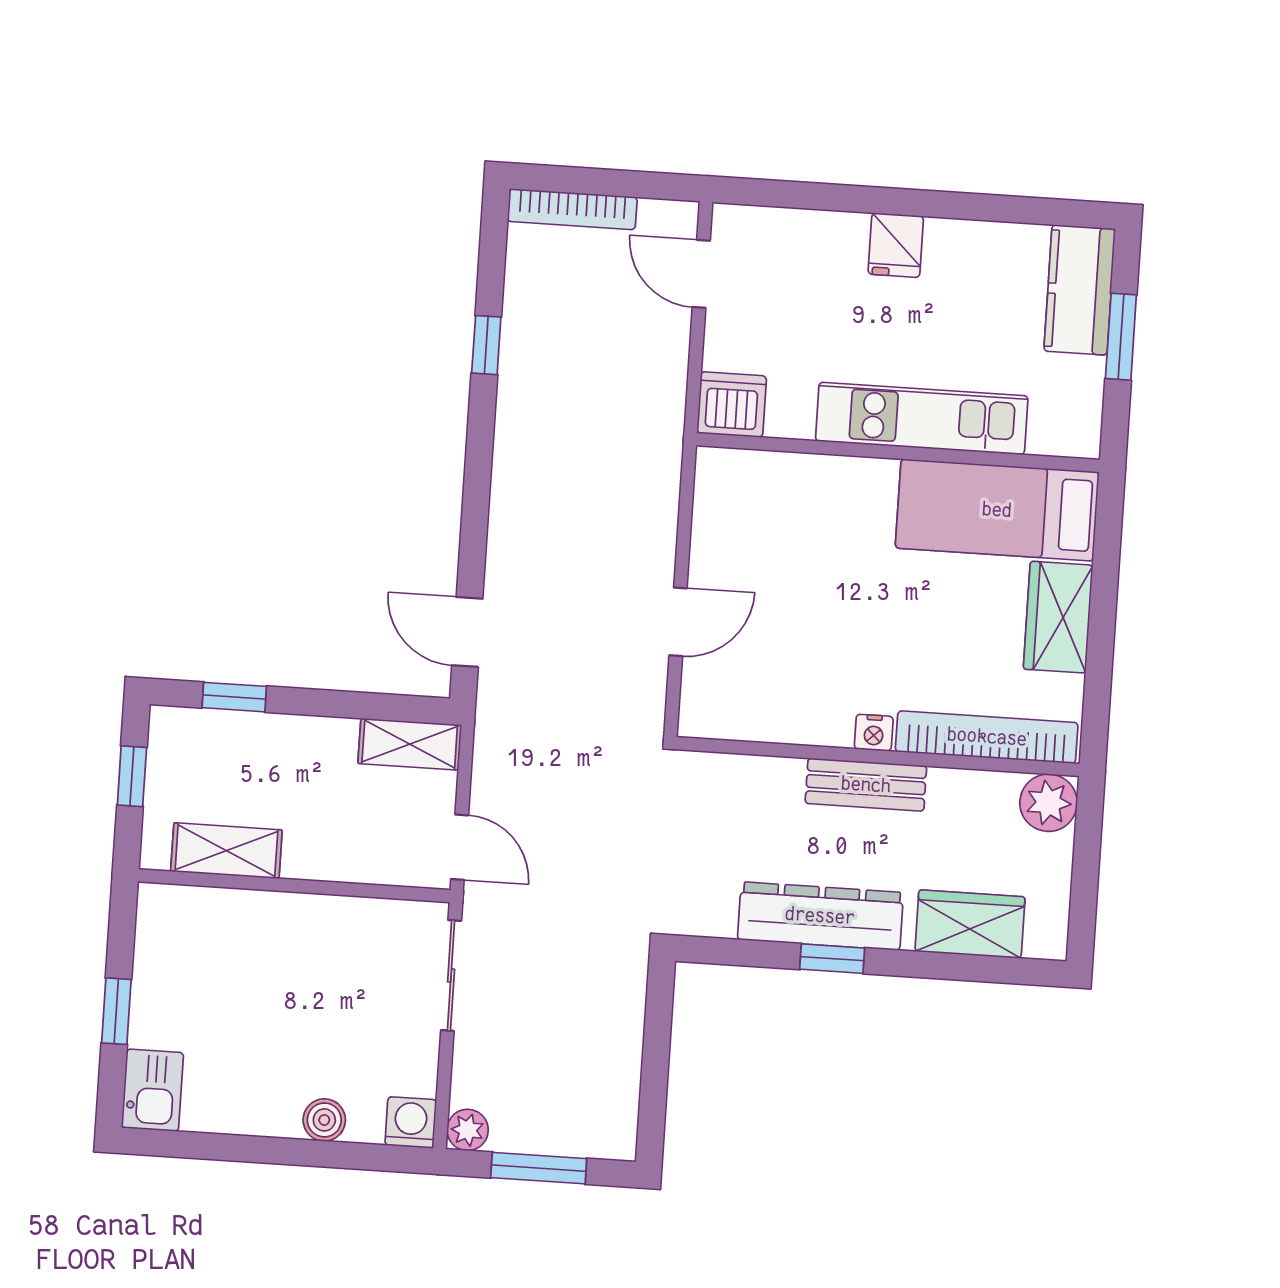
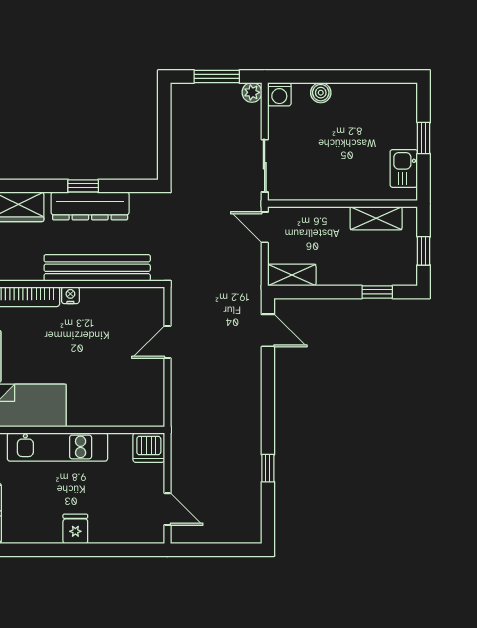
bookcase: (572, 209) -> (231, 536), removed
bench: (866, 785) -> (97, 268), width x1.86, depth x1.21
kitchen sink: (153, 1090) -> (404, 168), moved

